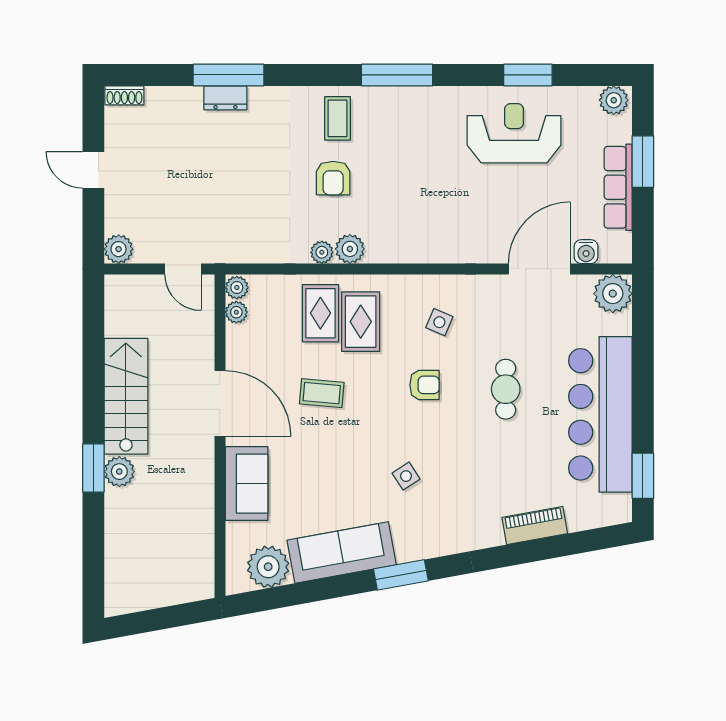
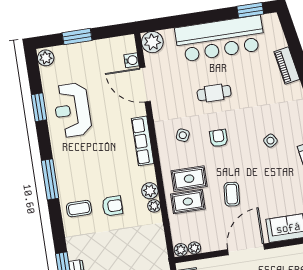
row of seats: (618, 187) -> (143, 141), moved, turned 90

